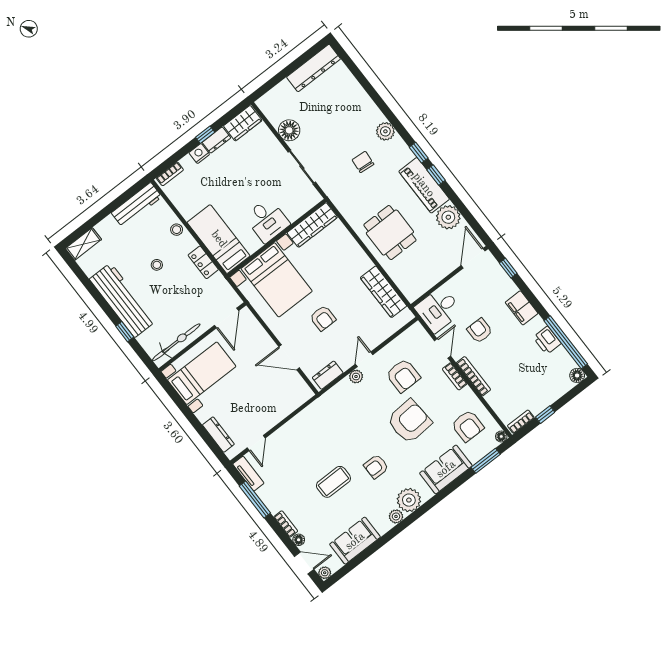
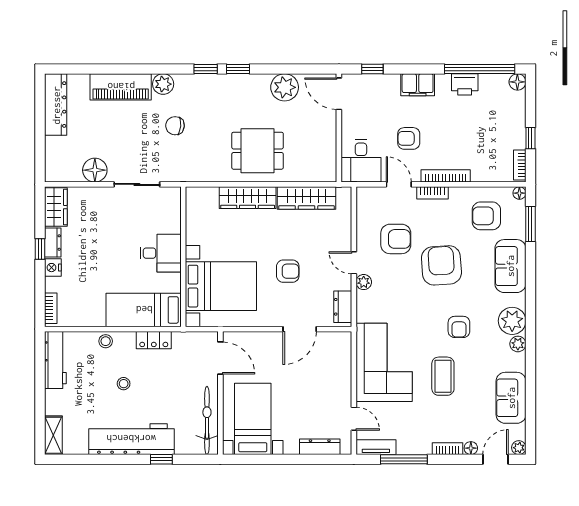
piano: (424, 185) -> (121, 87), moved
wardrobe: (312, 225) -> (248, 198), moved, turned 90
armchair: (468, 426) -> (486, 216), turned 180
corner sofa: (311, 434) -> (384, 362), added

